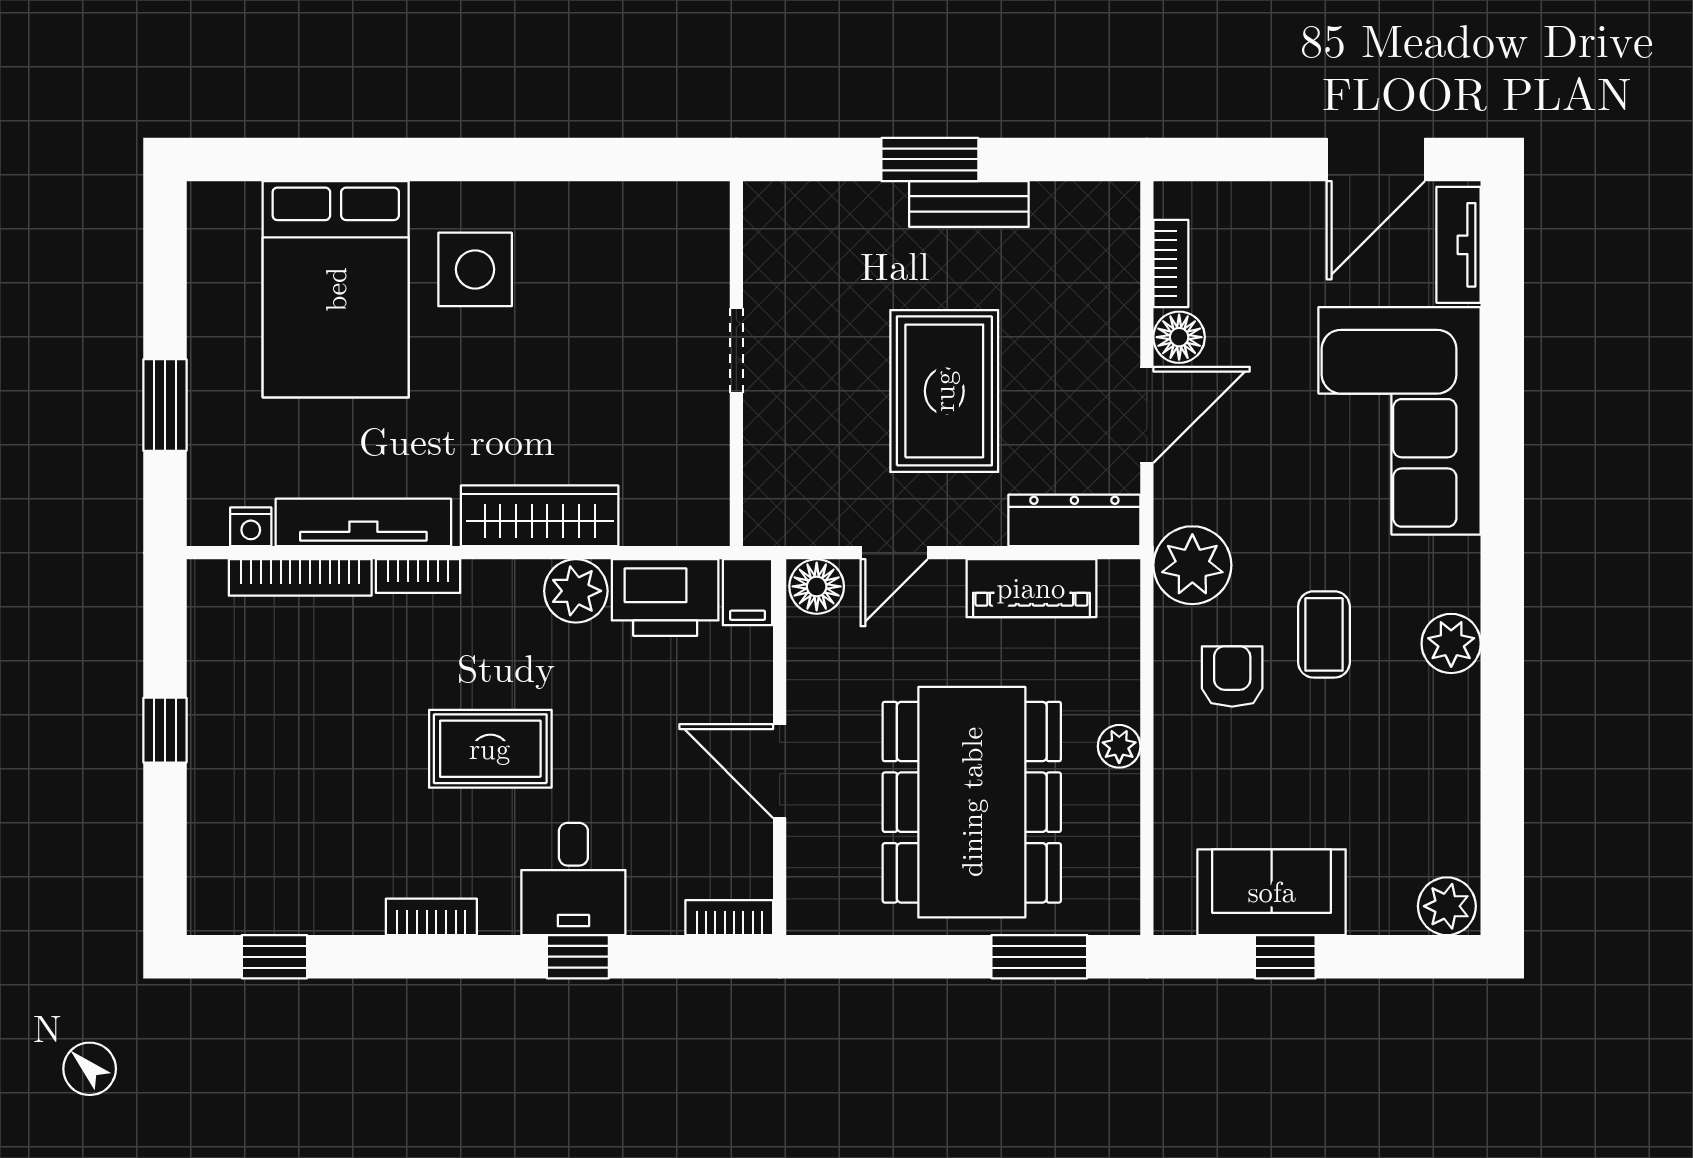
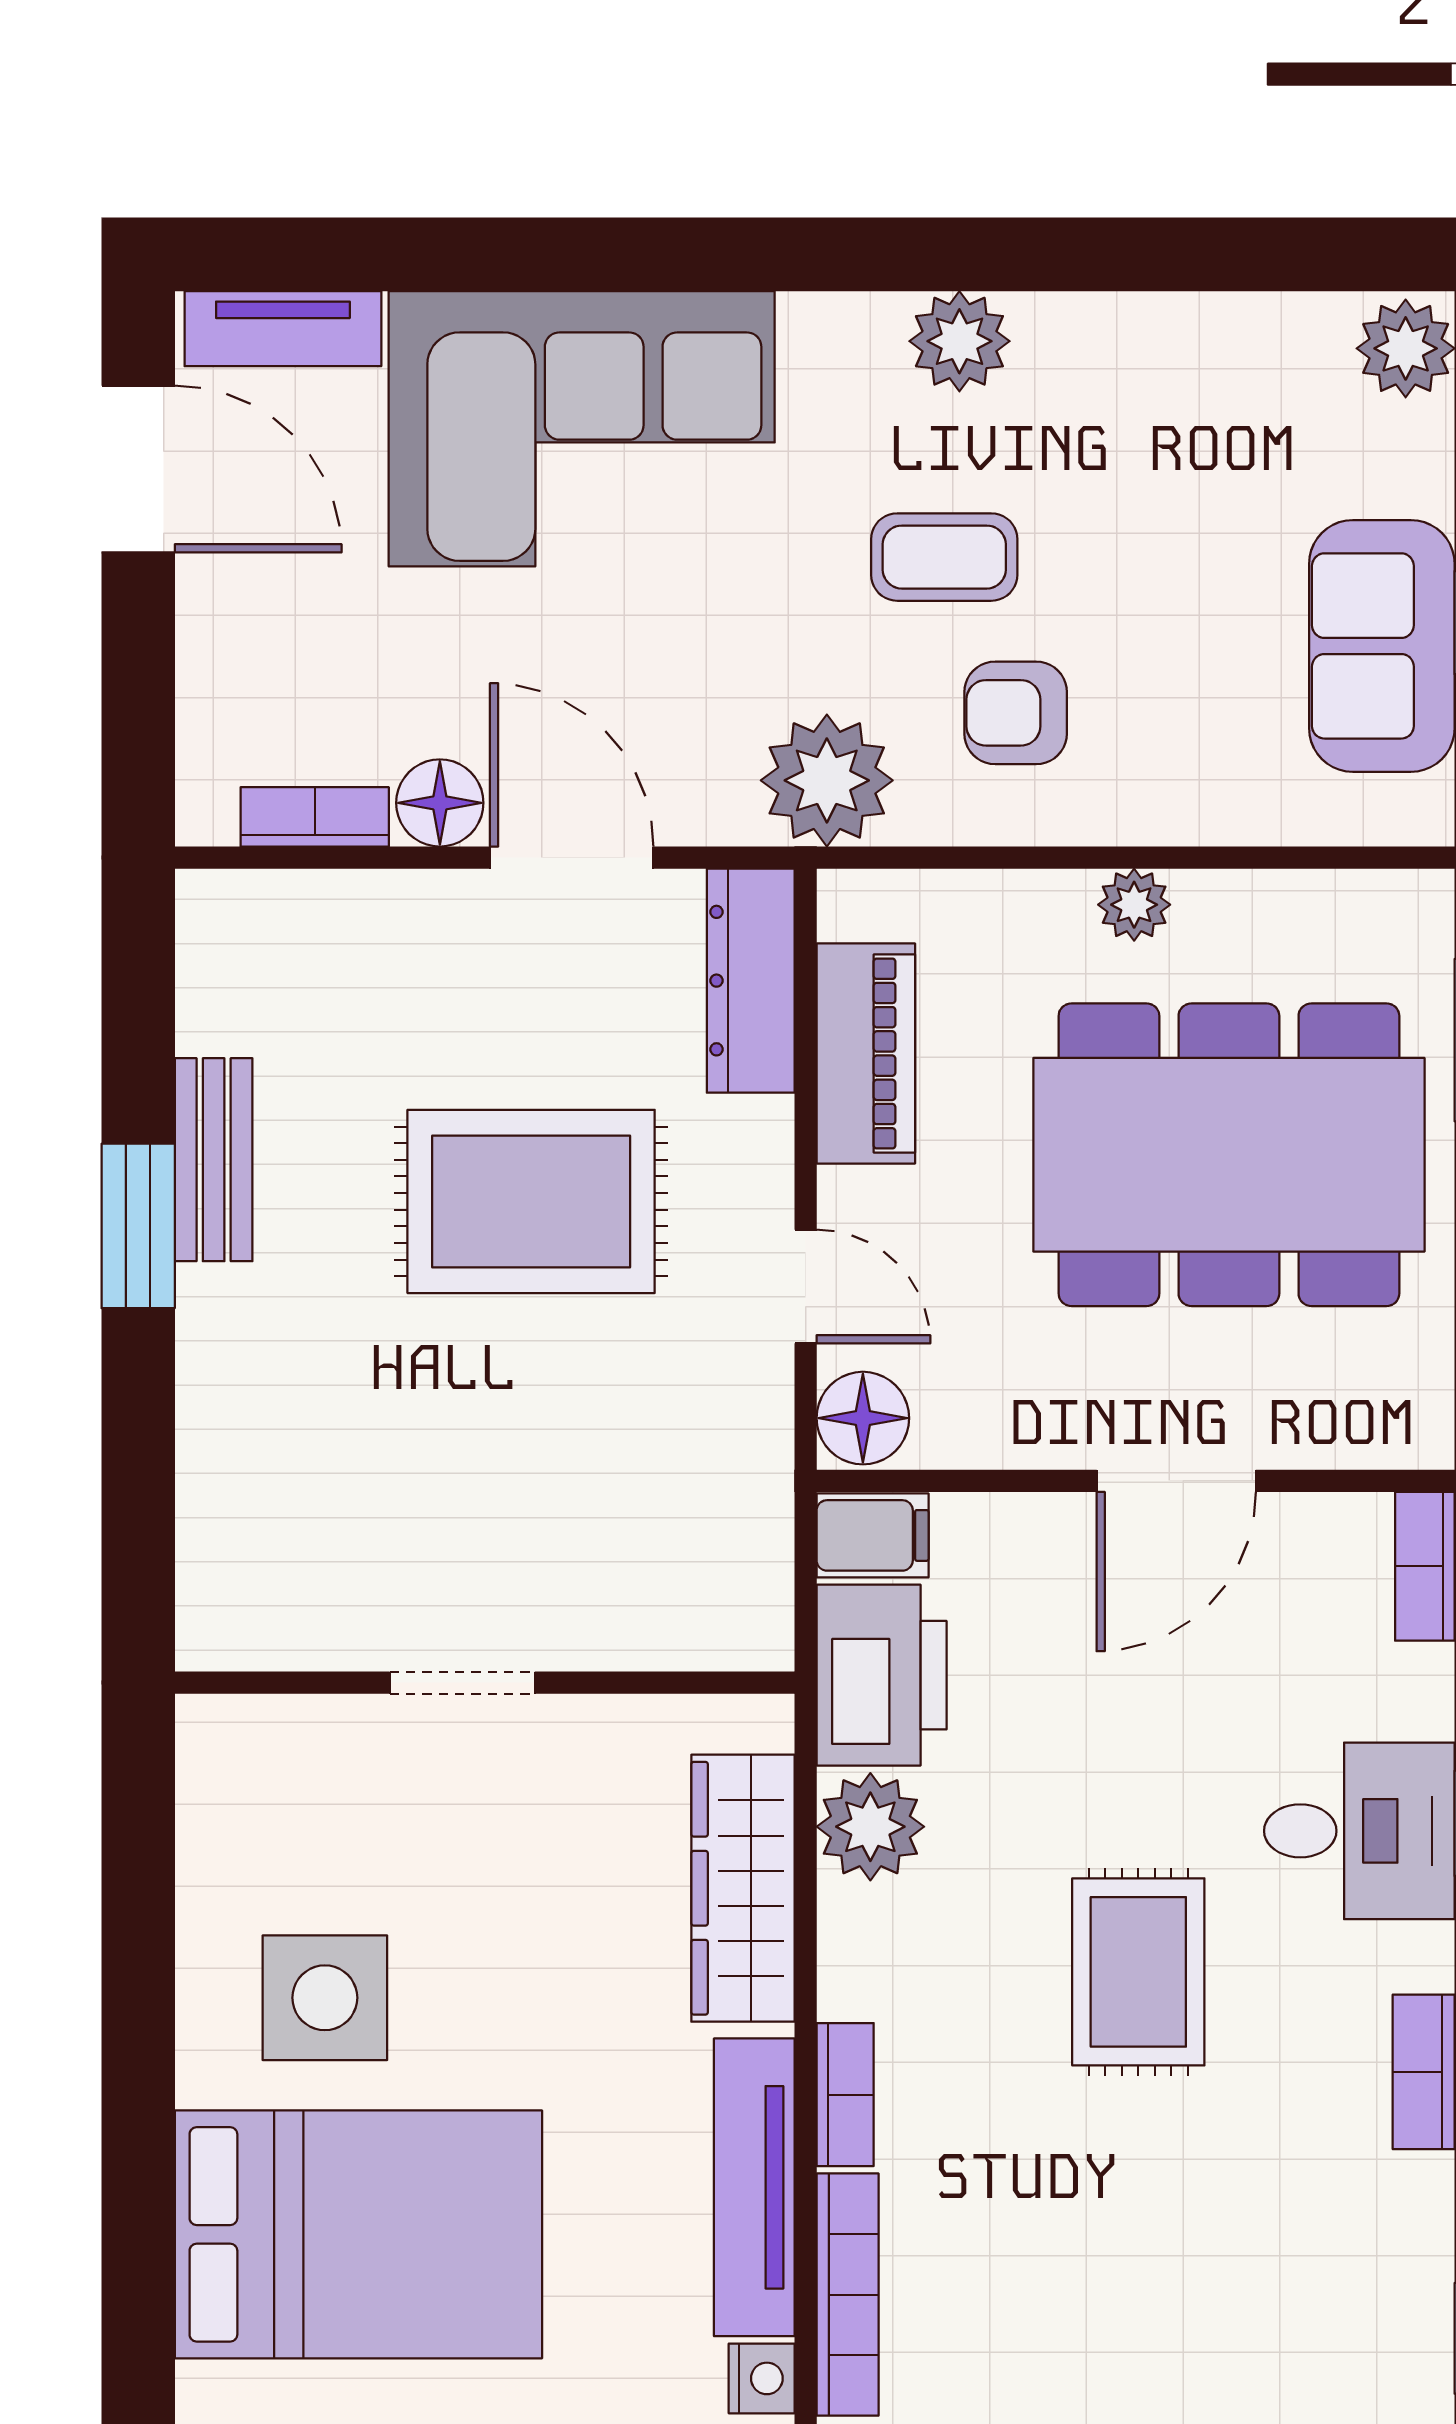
doorway: (736, 350) -> (462, 1683), moved
wall: (736, 364) -> (485, 1683), moved

